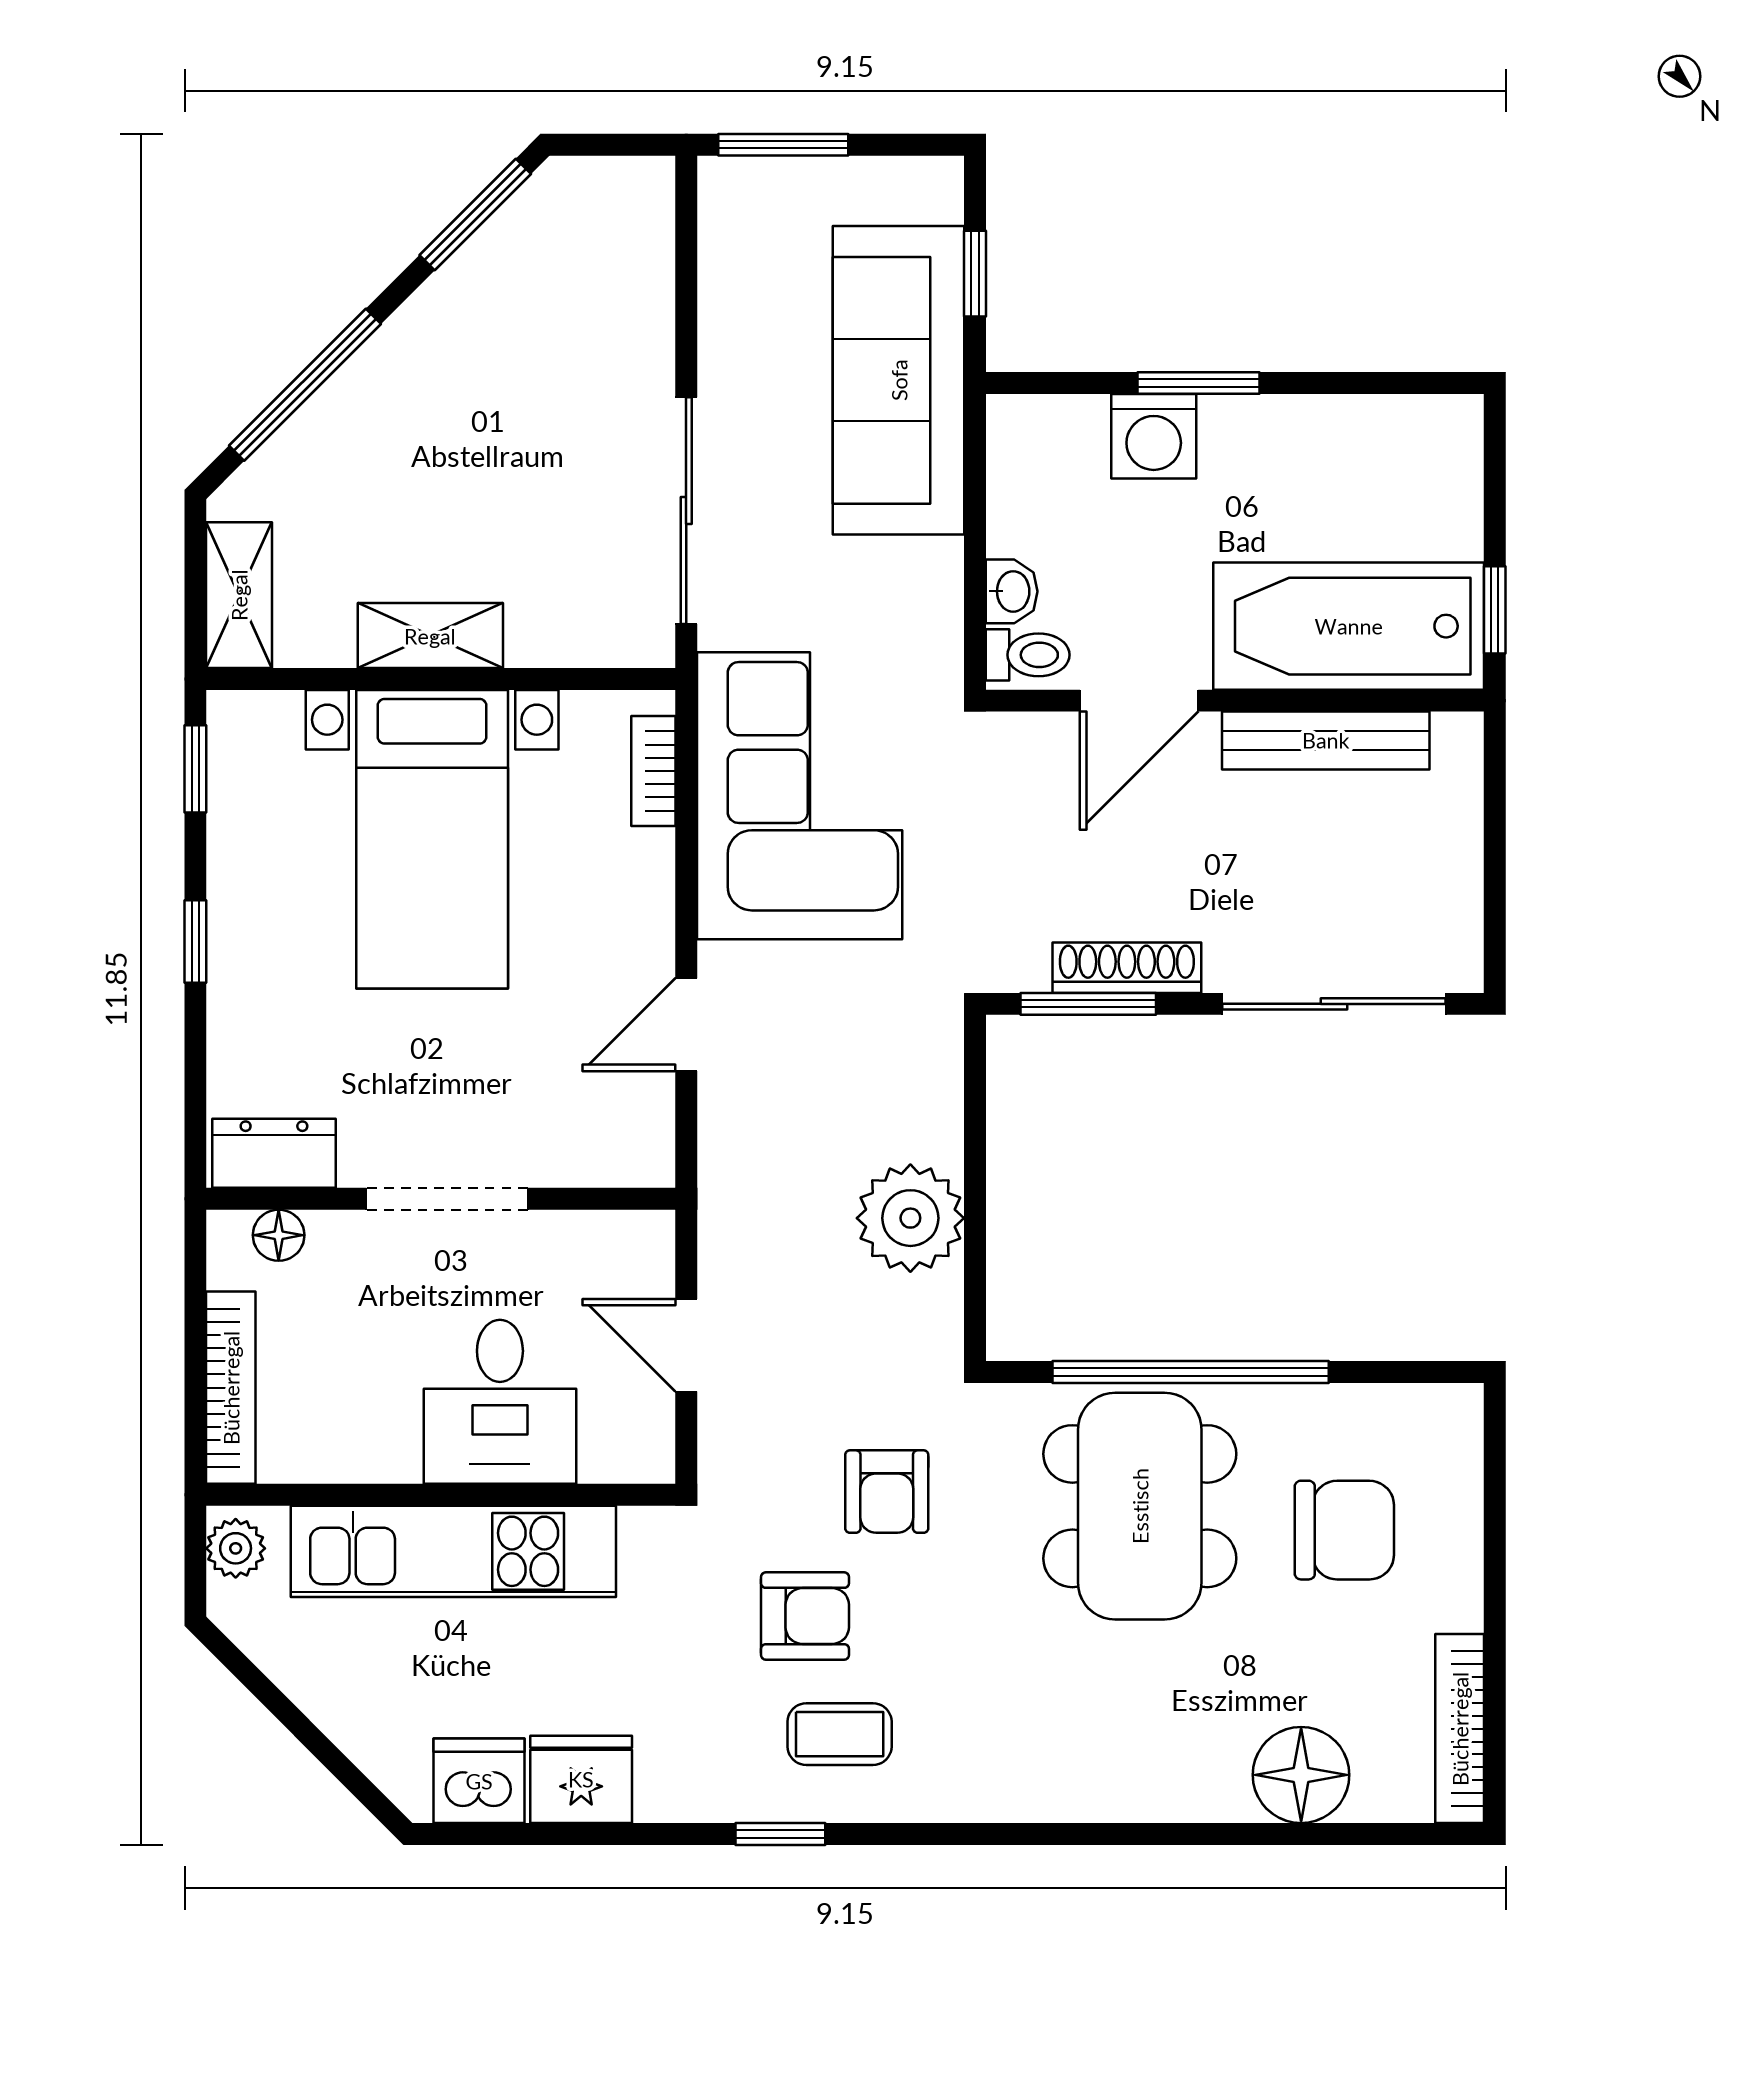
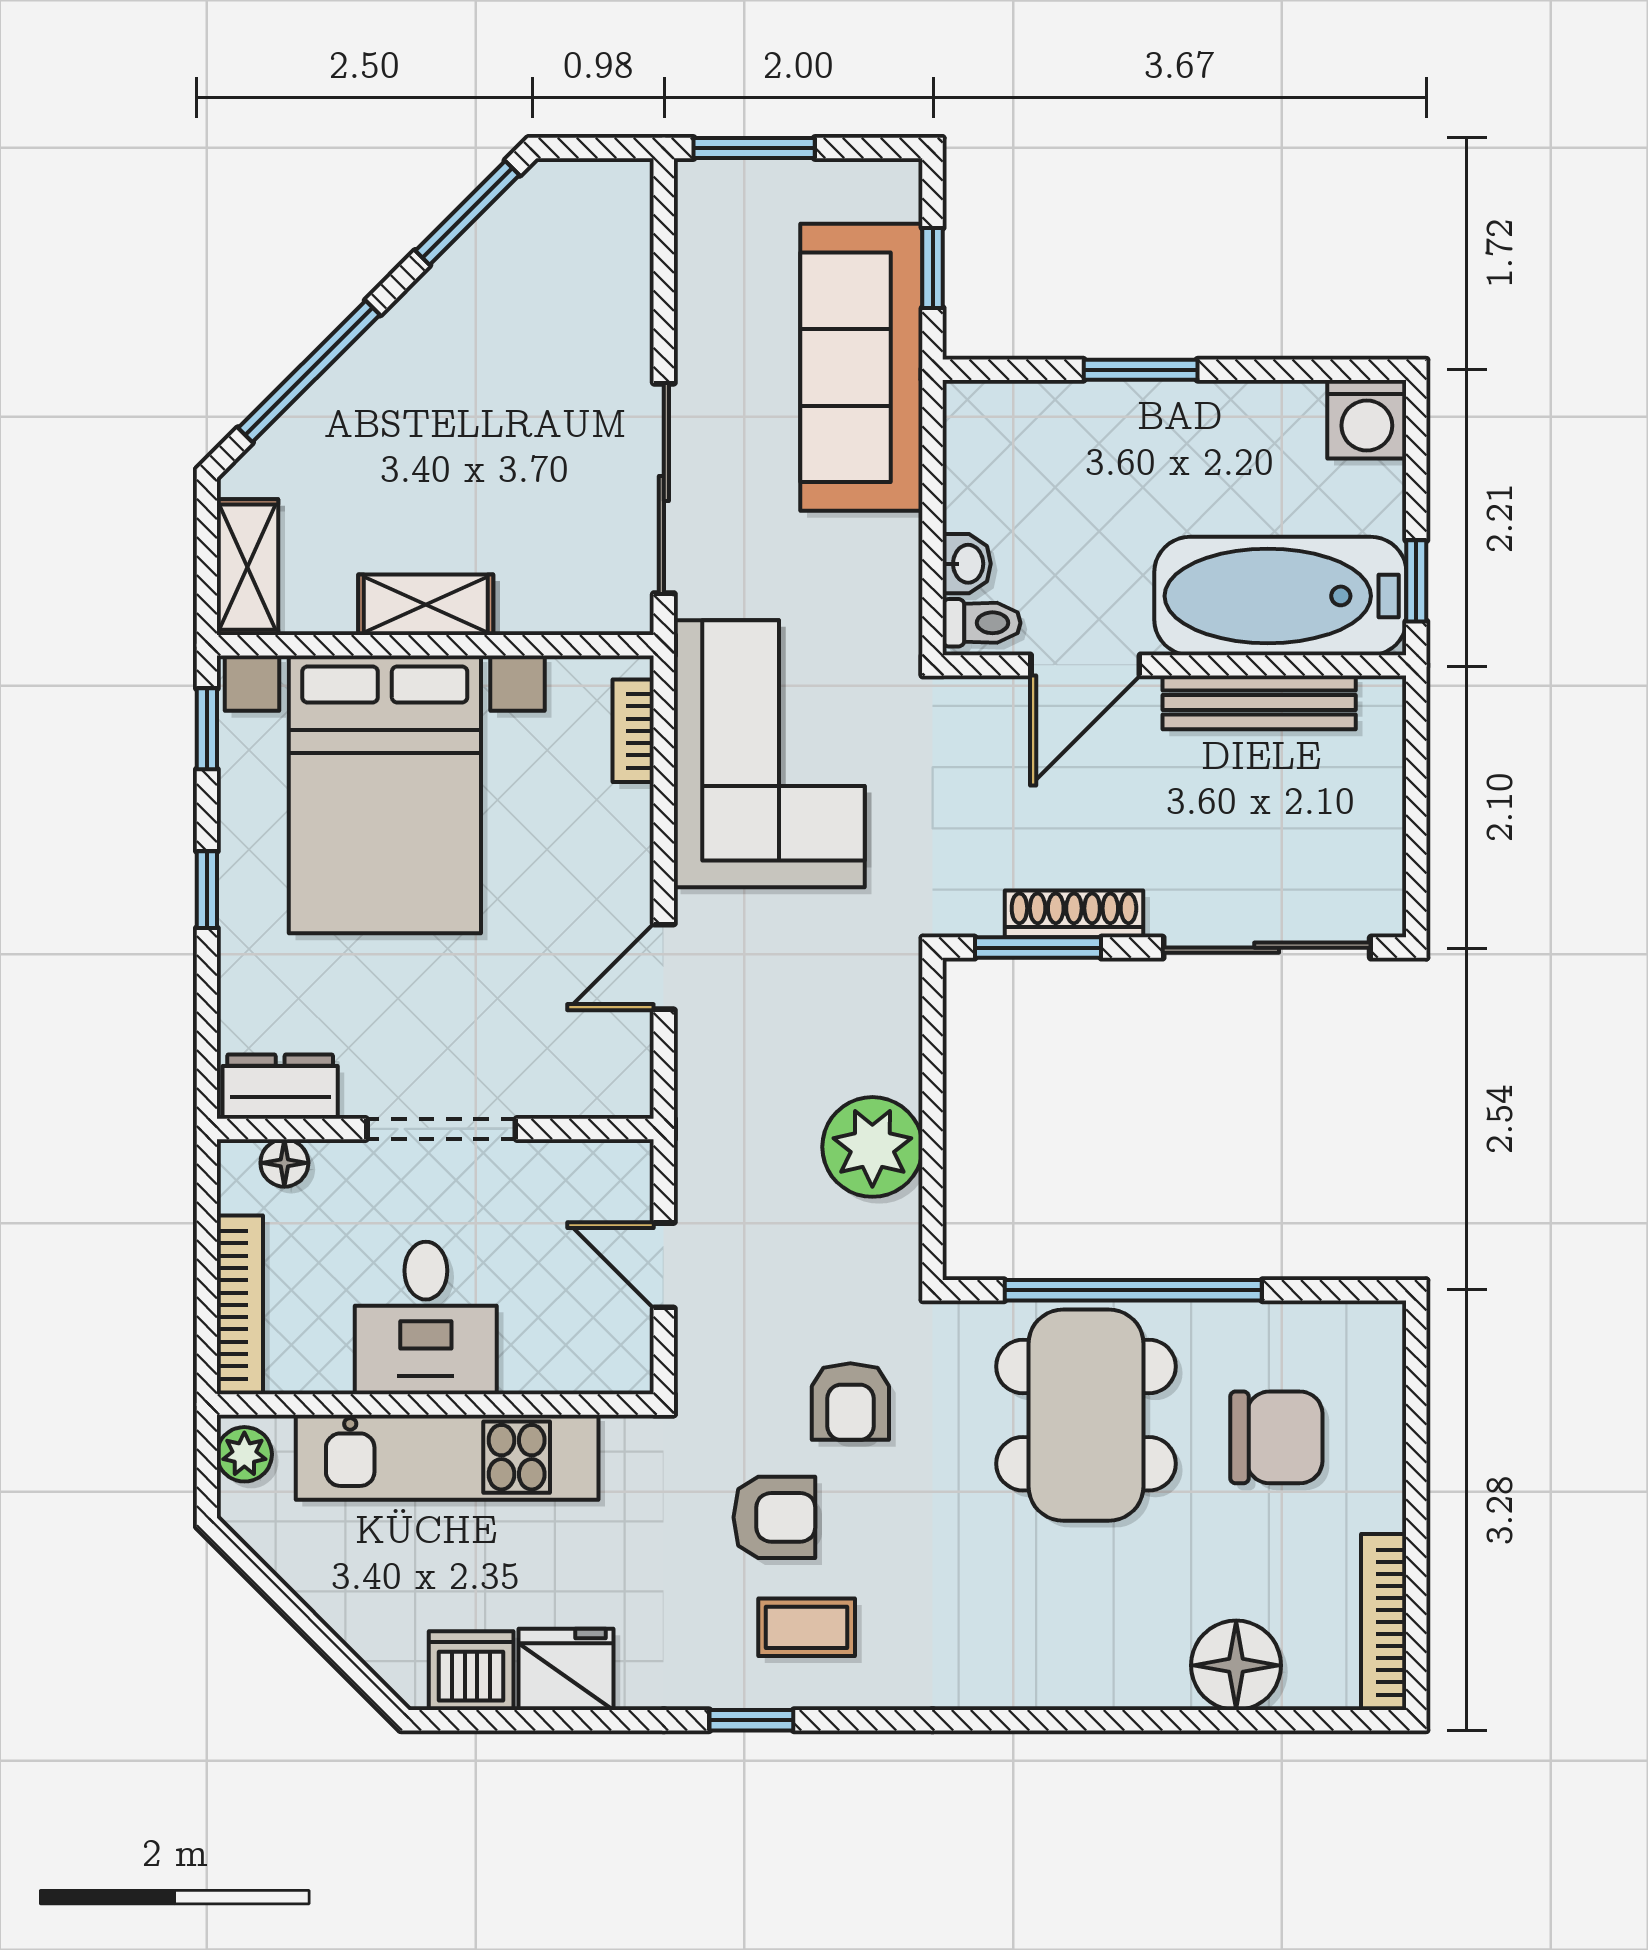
washing machine: (1154, 436) -> (1367, 419), moved
bed with nightstands: (432, 839) -> (385, 794), width x1.36
desk: (500, 1402) -> (426, 1318), moved

